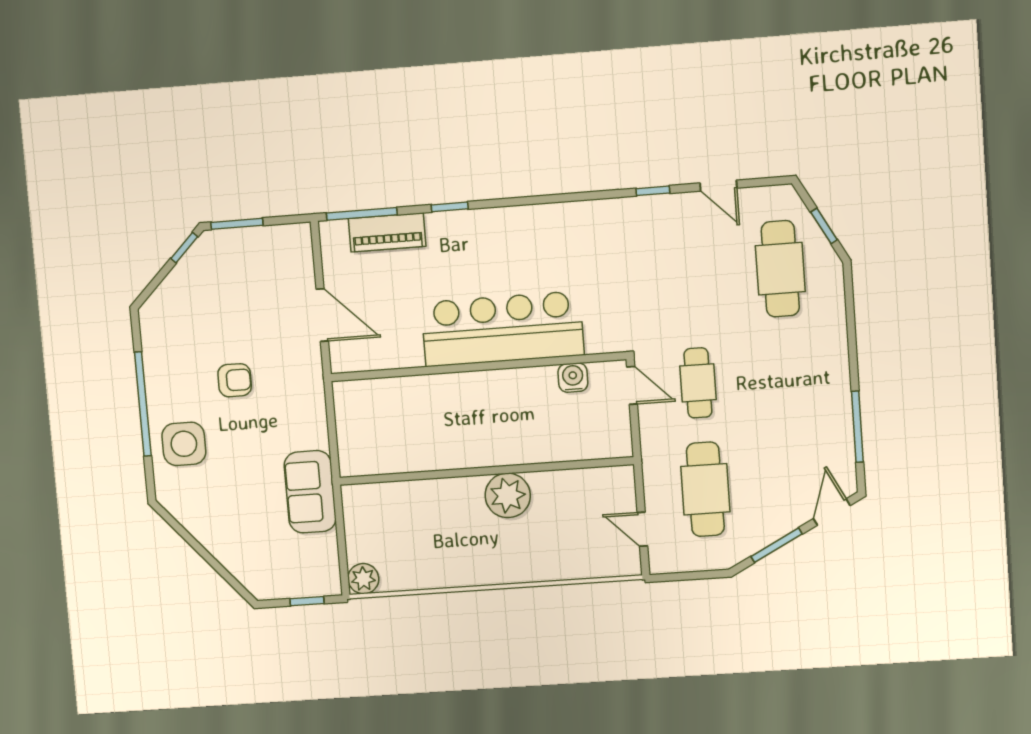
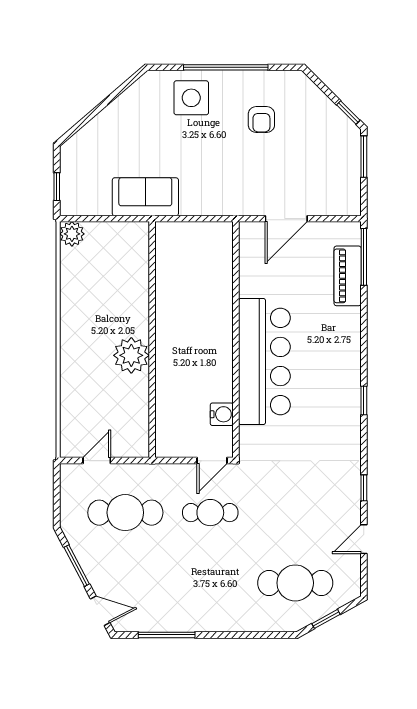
window: (450, 207) -> (364, 401), moved
armchair: (235, 380) -> (261, 120), moved

